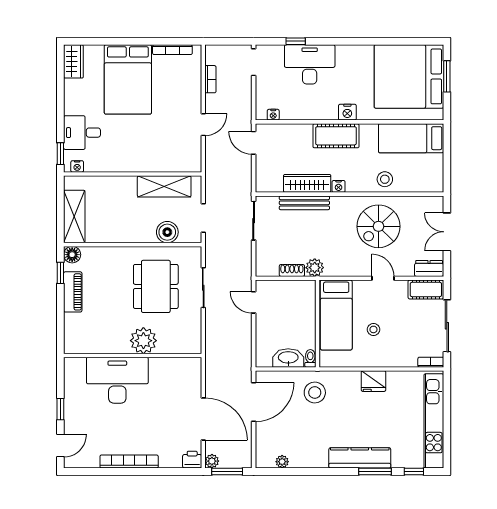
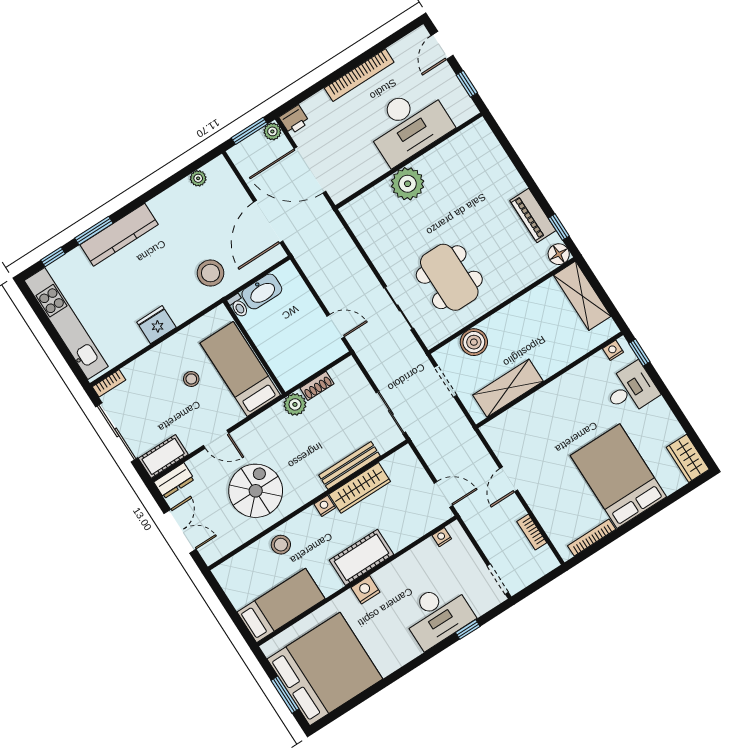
plant: (143, 341) -> (408, 184), moved
wall: (133, 355) -> (409, 161), moved
desk: (117, 380) -> (408, 124), moved

